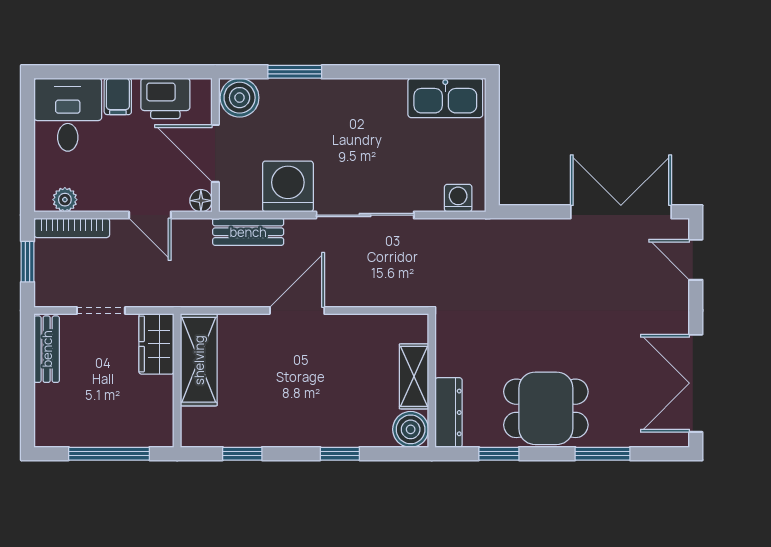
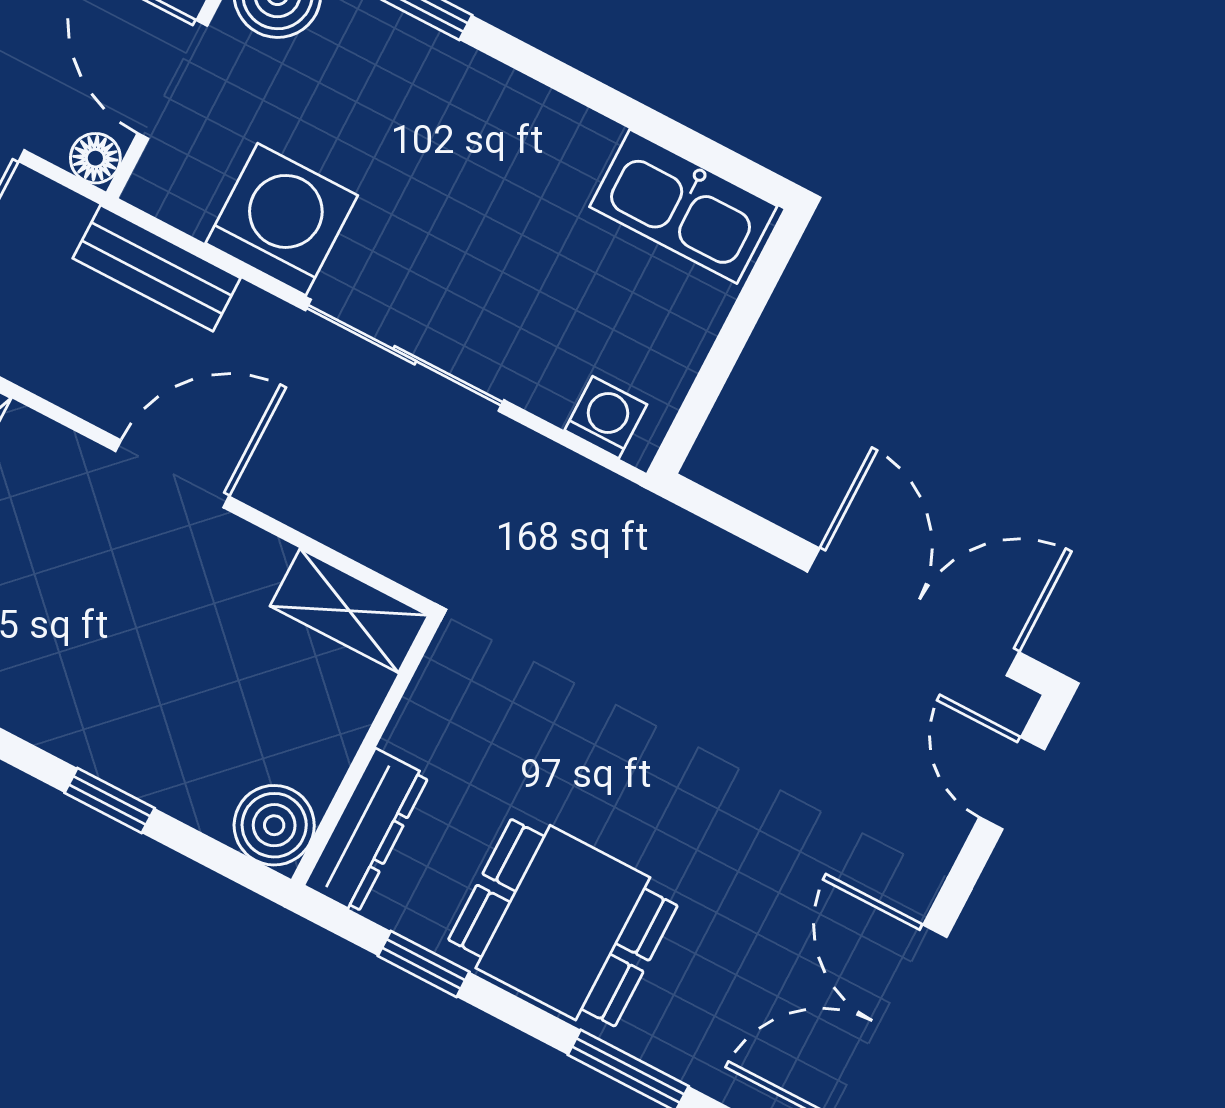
shelving: (414, 376) -> (349, 611), moved, turned 90

